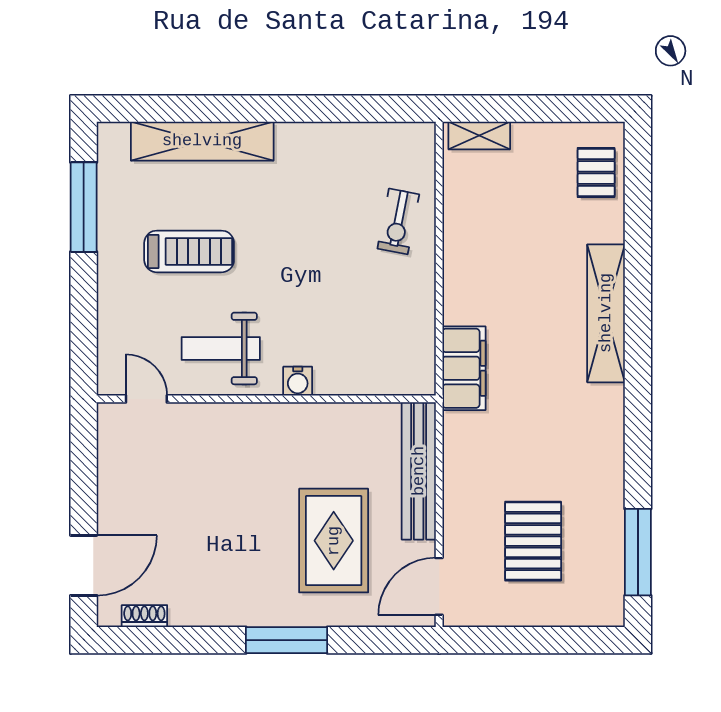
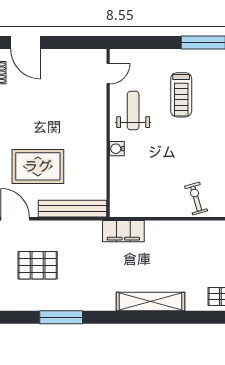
exercise bike: (398, 221) -> (196, 199), turned 63
window: (638, 552) -> (61, 317), moved

